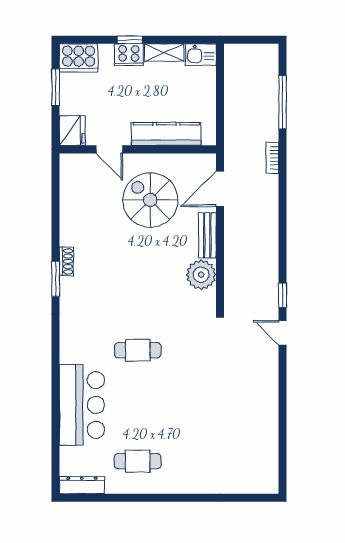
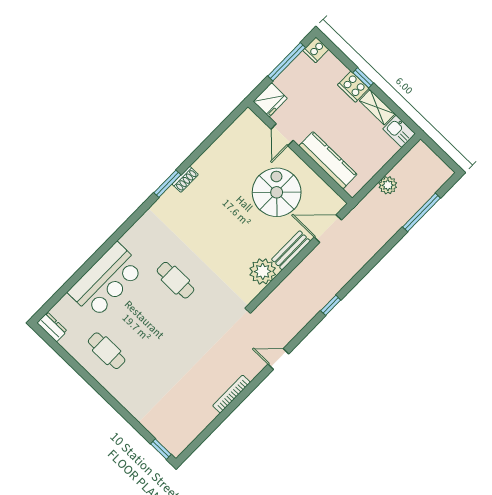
cooker: (79, 58) -> (316, 50), width x0.53, depth x0.76
window: (56, 87) -> (287, 62), width x1.44
plant: (234, 107) -> (388, 185), added
bookcase: (272, 158) -> (232, 394), moved, width x1.56
window: (283, 295) -> (331, 305), moved
door: (283, 333) -> (278, 359), hinge flipped
dresser: (82, 485) -> (52, 327), width x0.70
window: (259, 498) -> (161, 449), added

